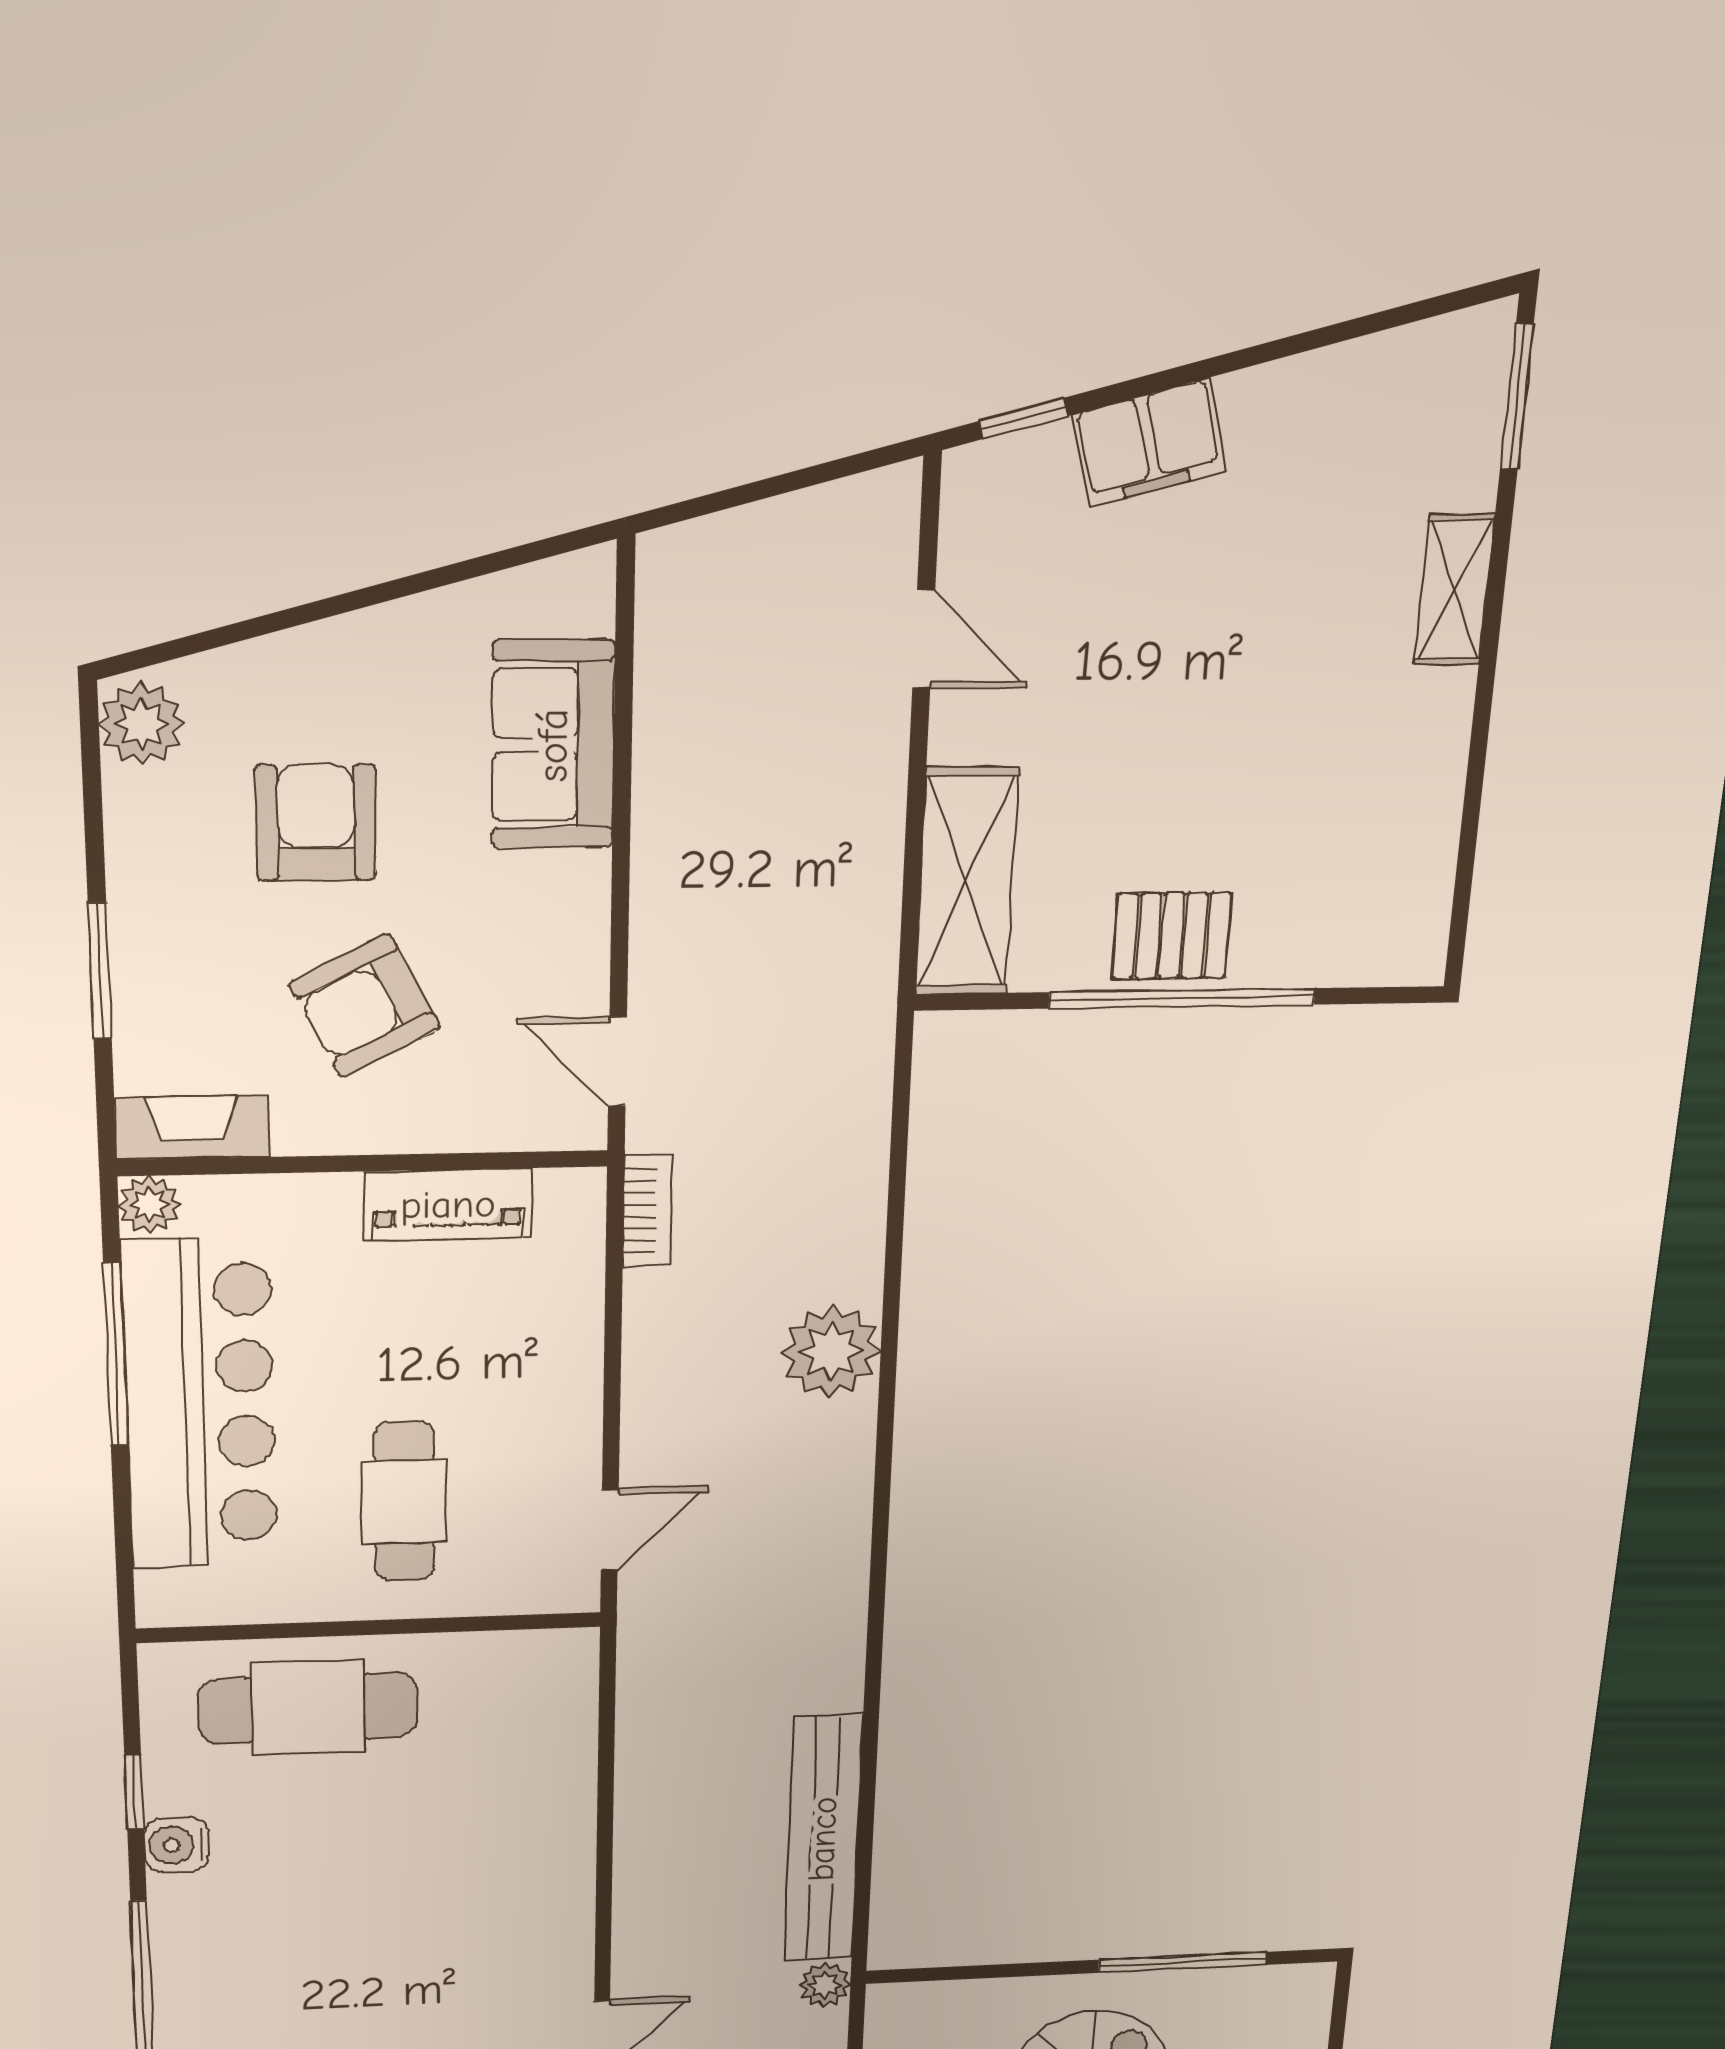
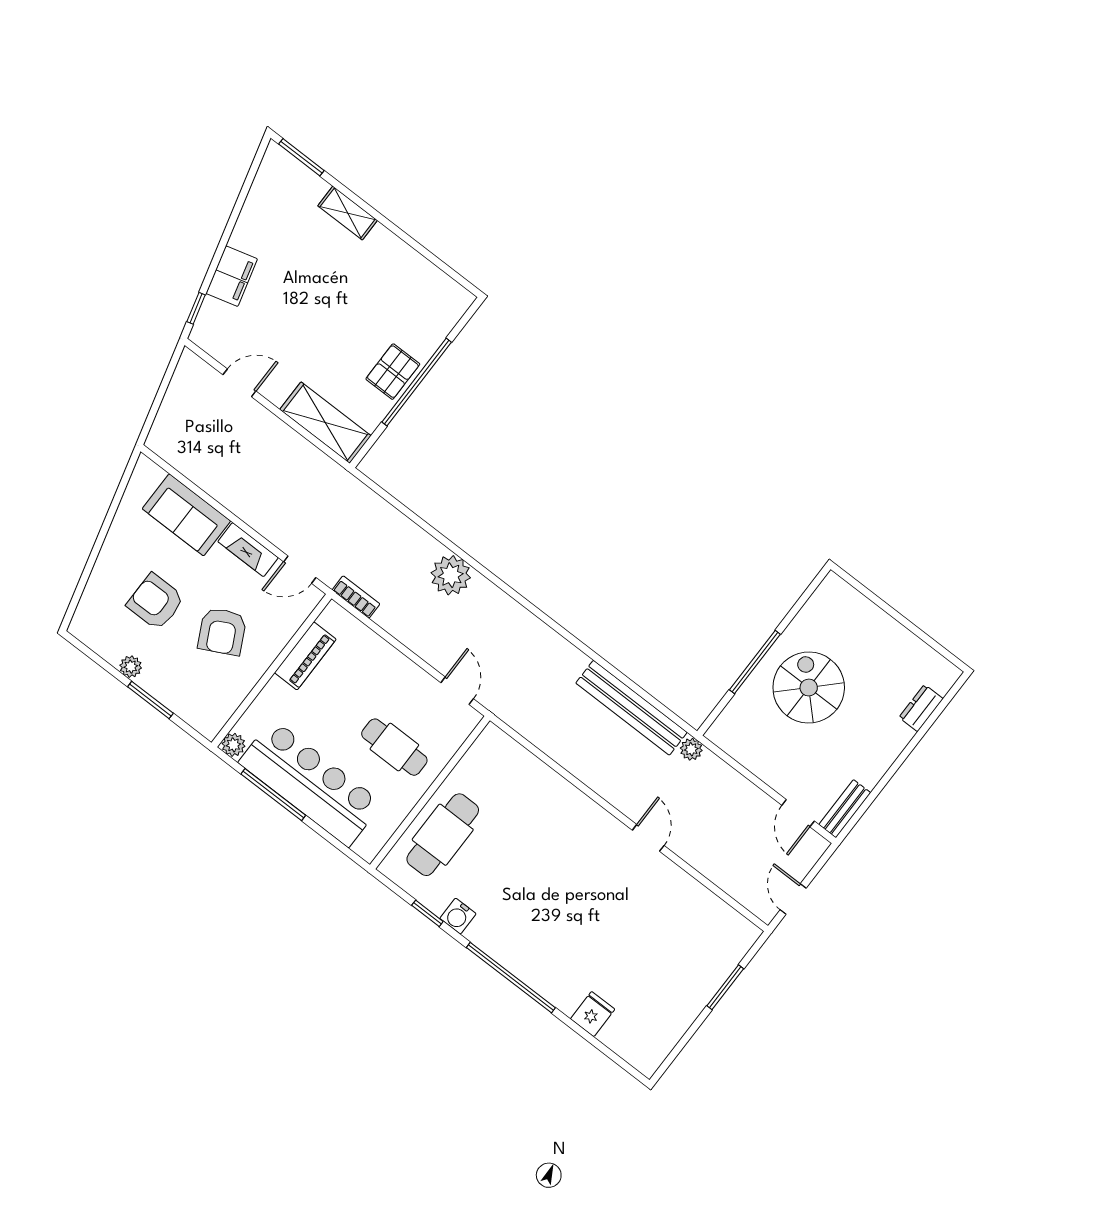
plant: (141, 724) -> (131, 667), moved, width x0.73, depth x0.73
fireplace: (192, 1128) -> (248, 550), moved, turned -90
window: (1183, 1962) -> (755, 662), moved

